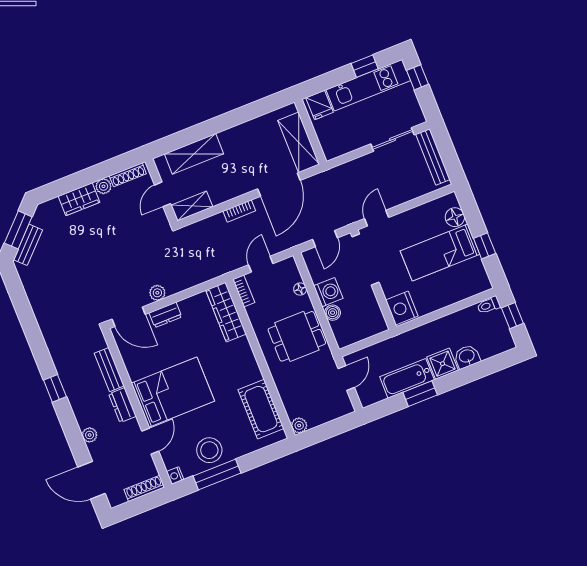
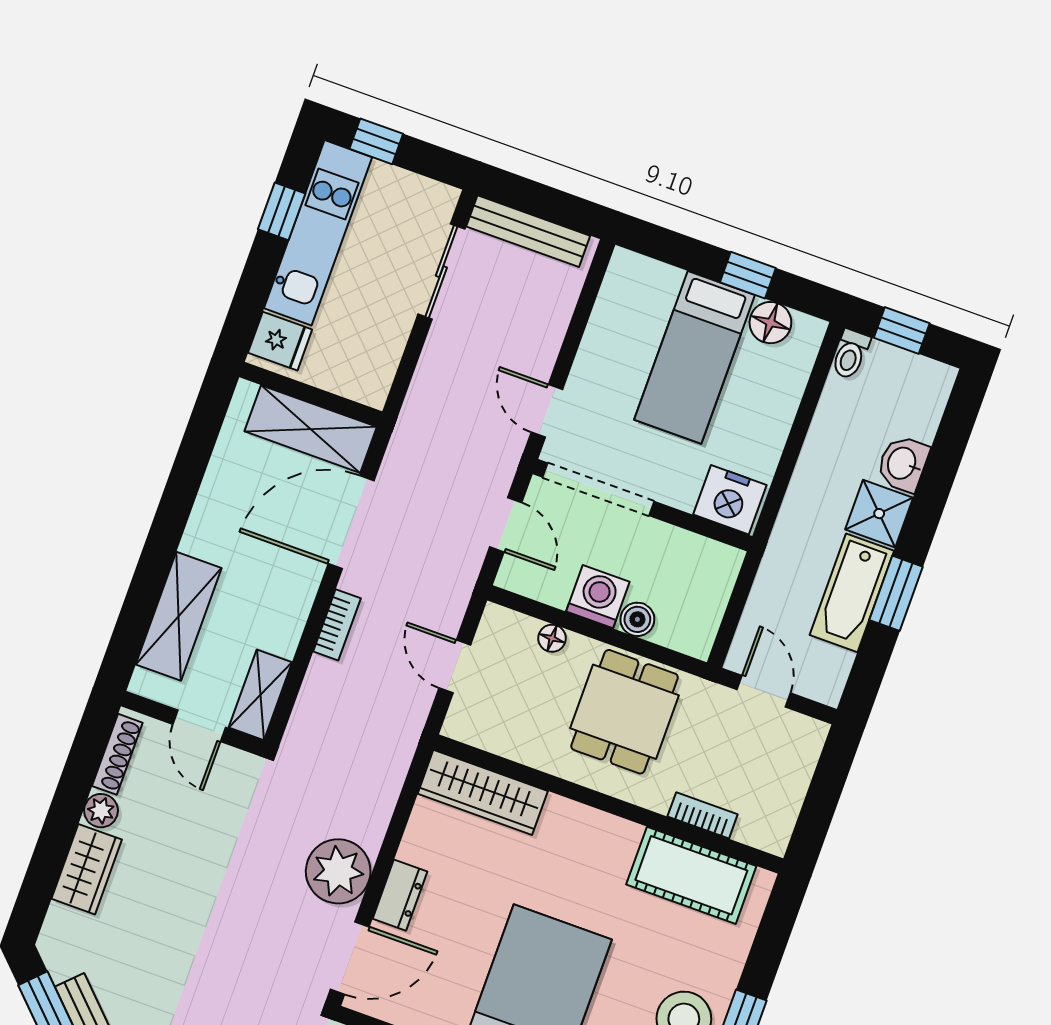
door: (279, 185) -> (351, 522), swing flipped
floor lamp: (455, 217) -> (770, 323), moved
bookcase: (244, 291) -> (703, 815), moved
plant: (157, 293) -> (338, 871), width x1.88, depth x1.88
plant: (299, 425) -> (773, 837), removed

